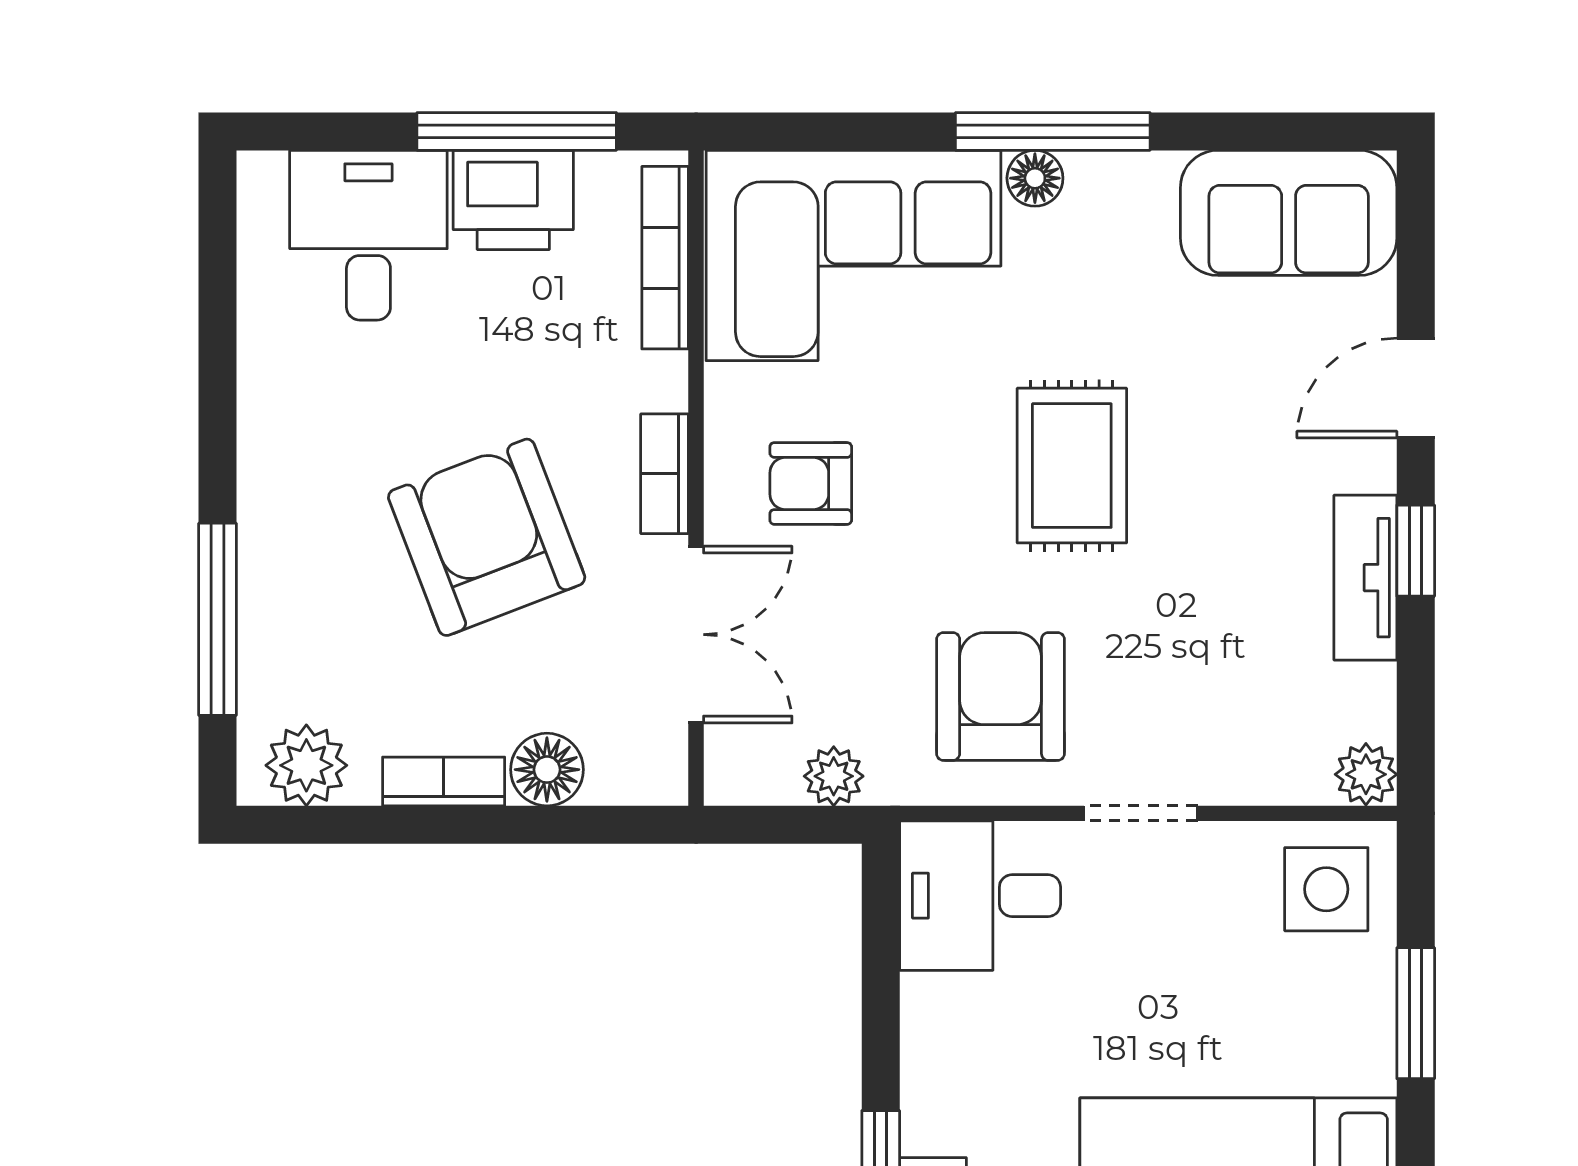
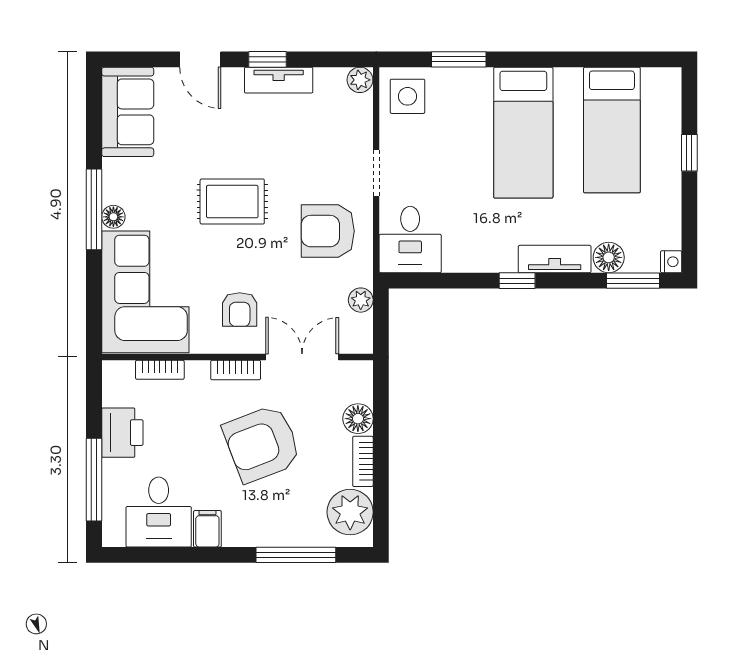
window: (517, 131) -> (94, 480), moved
desk: (368, 235) -> (159, 512), moved, turned -90
bookcase: (665, 258) -> (160, 370), width x0.64
filing cabinet: (281, 406) -> (207, 529), added
plant: (306, 765) -> (350, 512), width x1.36, depth x1.36

